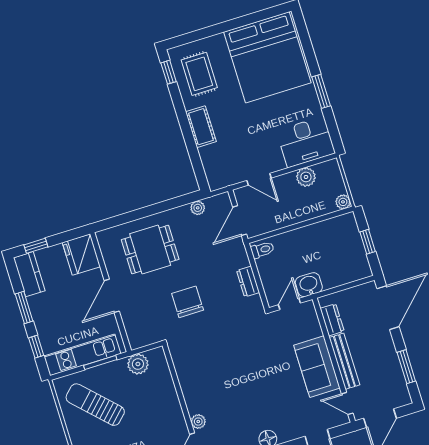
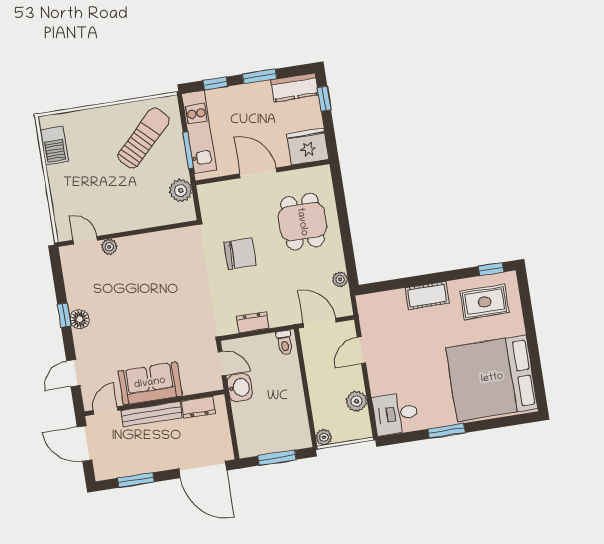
desk: (306, 142) -> (396, 414), width x0.73
window: (368, 242) -> (277, 458), width x1.50

